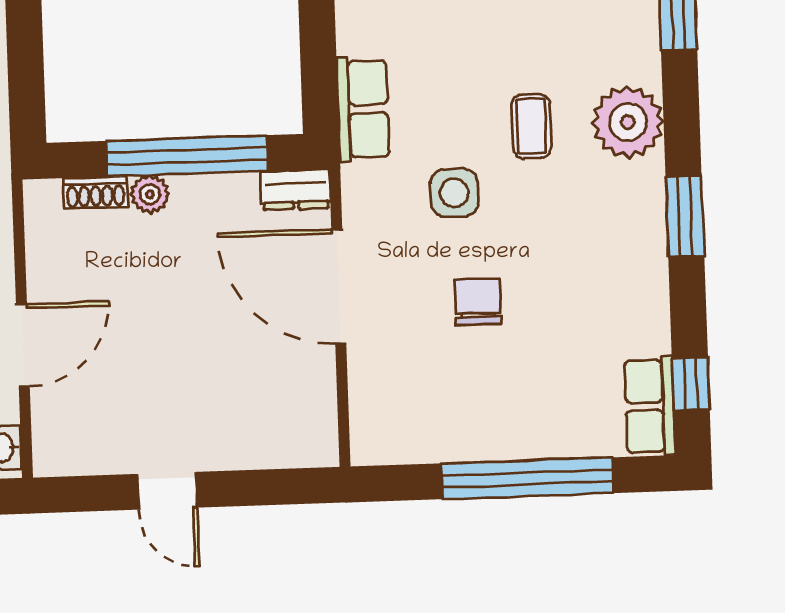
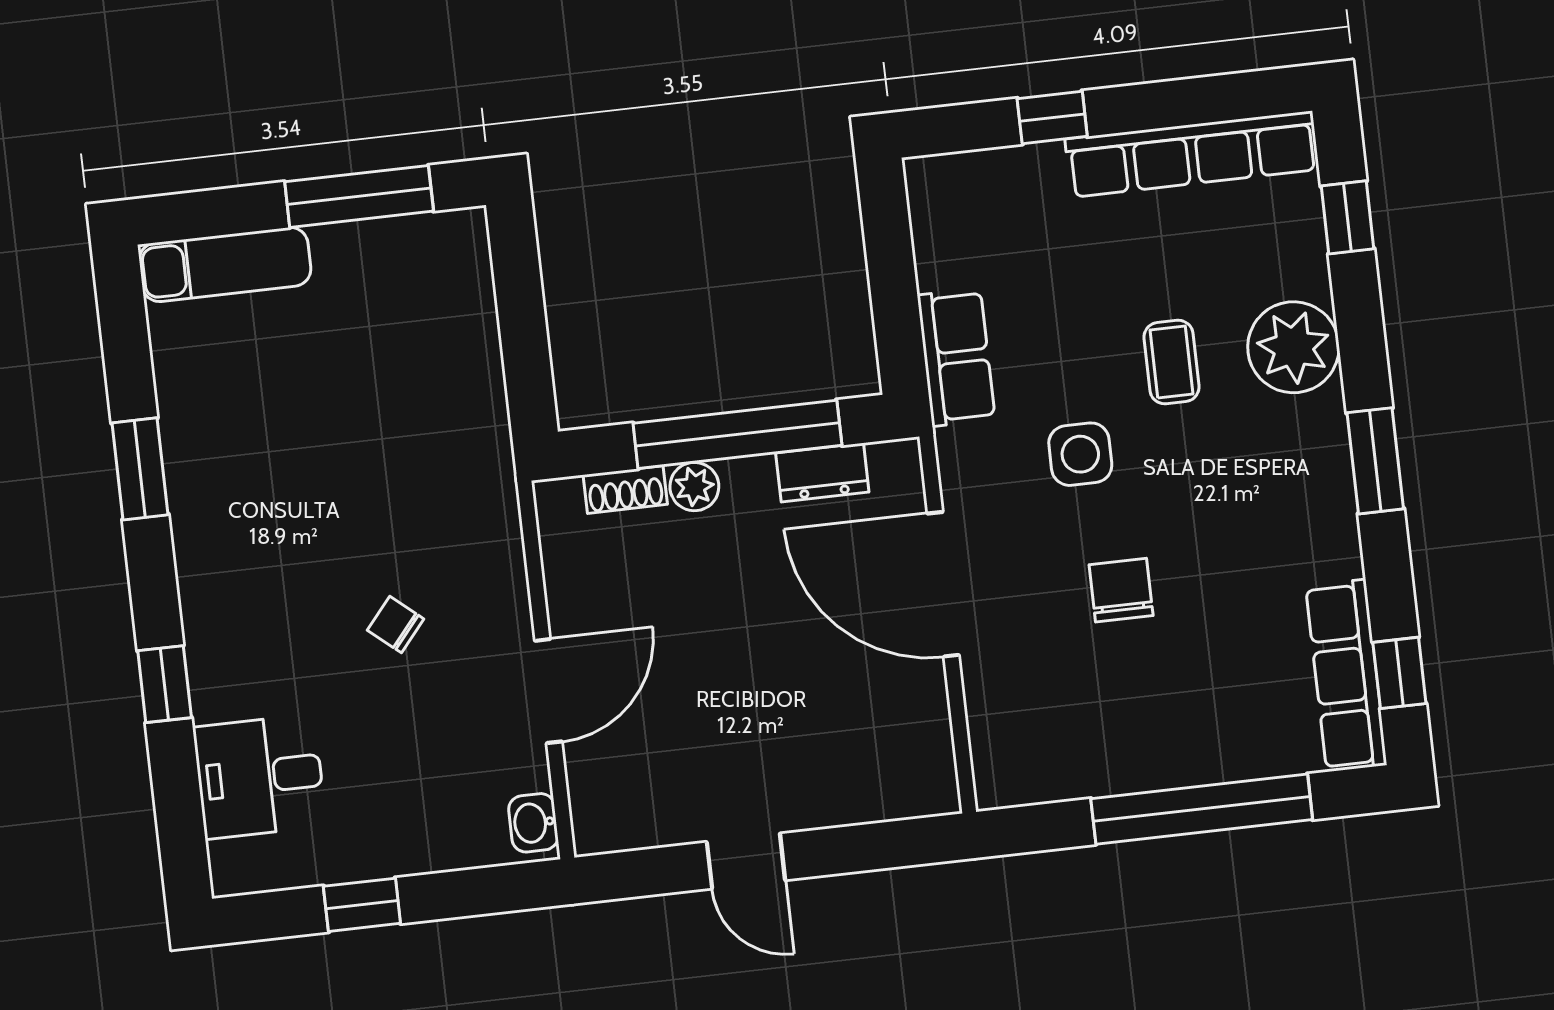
dresser: (295, 190) -> (822, 472), moved
row of seats: (650, 406) -> (1346, 675), width x1.48

